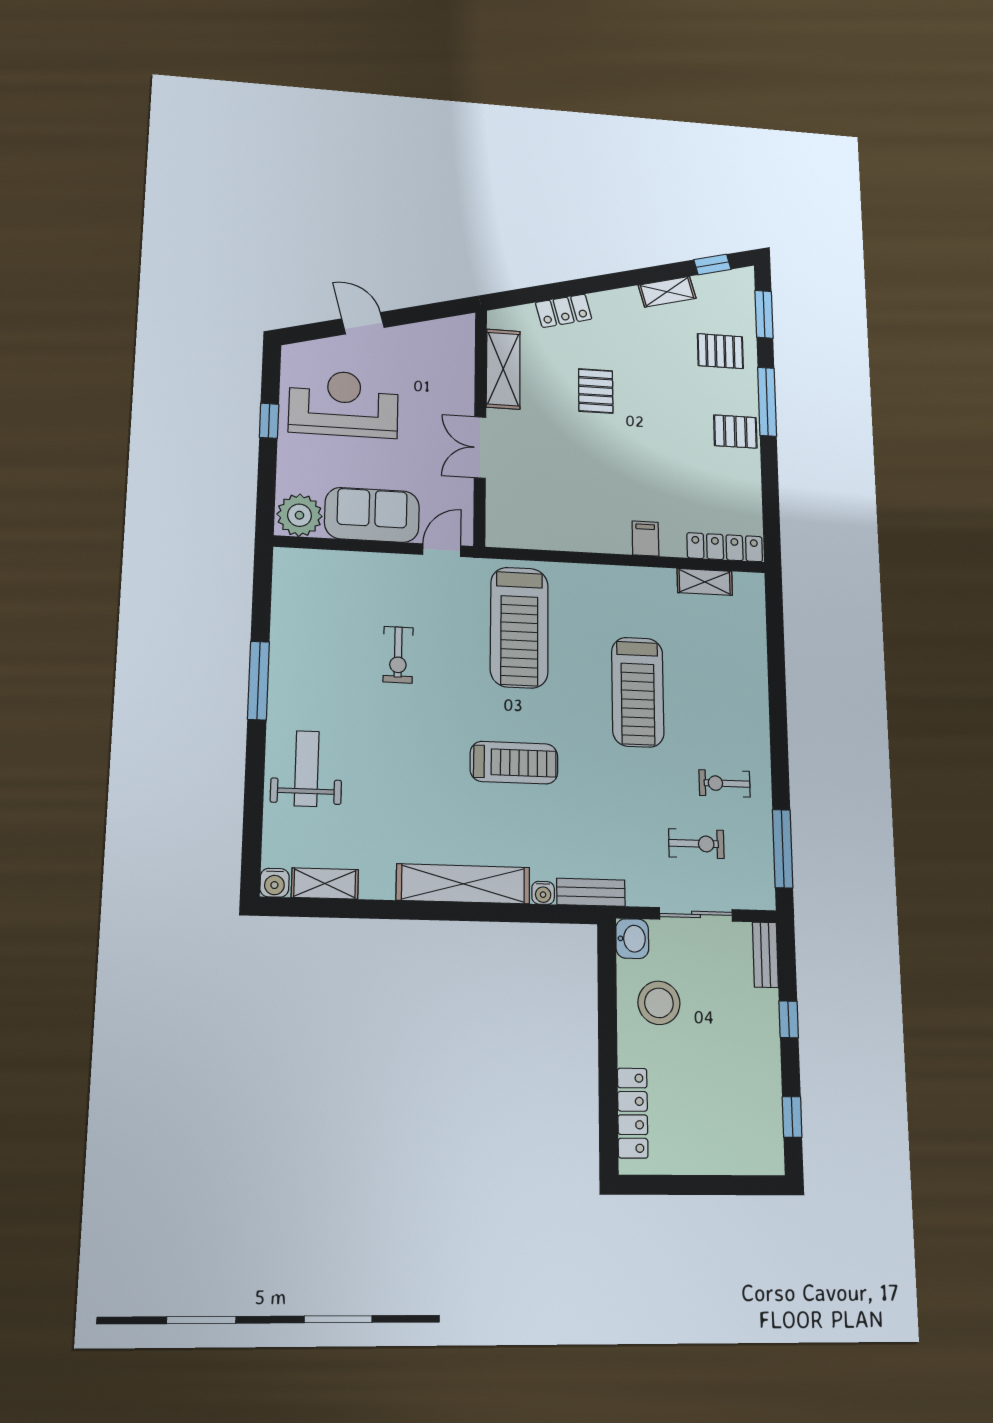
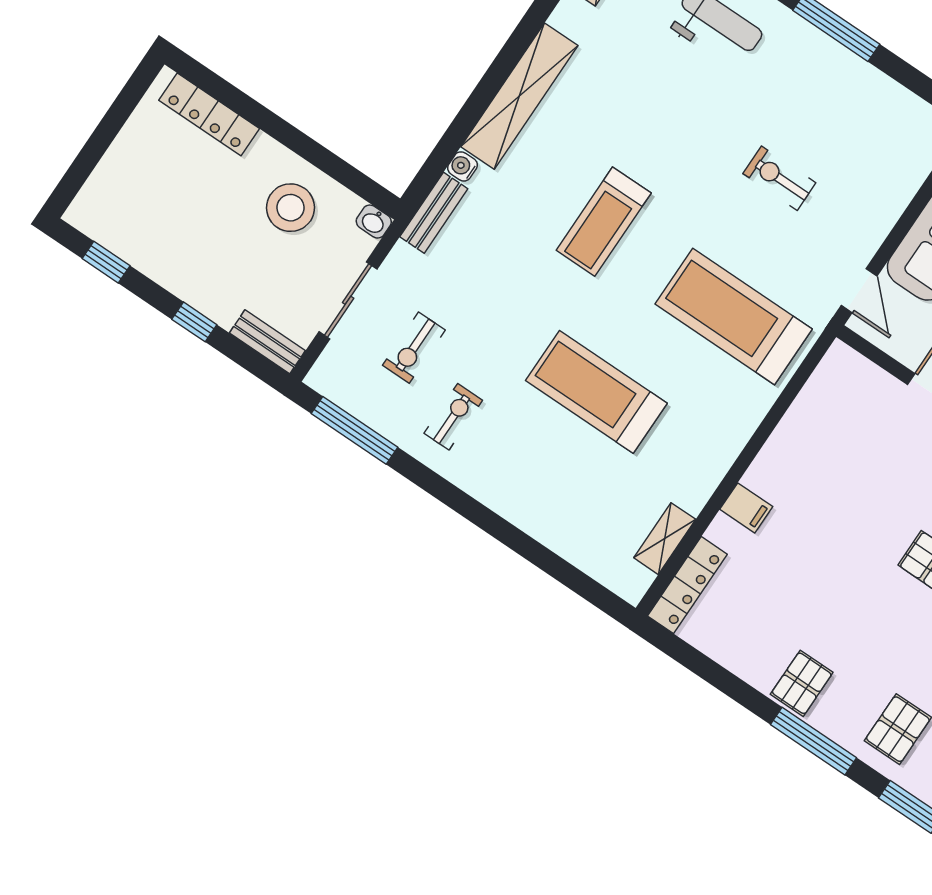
washbasin: (632, 939) -> (374, 222), width x0.72, depth x0.69

